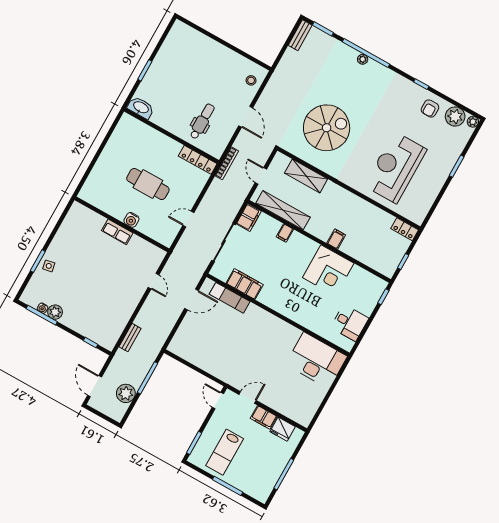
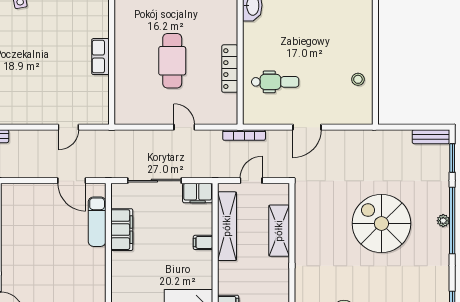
stool: (251, 80) -> (358, 79), moved
spiral stairs: (327, 128) -> (381, 223), moved, turned 180
locker: (198, 160) -> (230, 69), moved
door: (188, 219) -> (184, 127), moved
water cooler: (131, 220) -> (122, 65), removed

